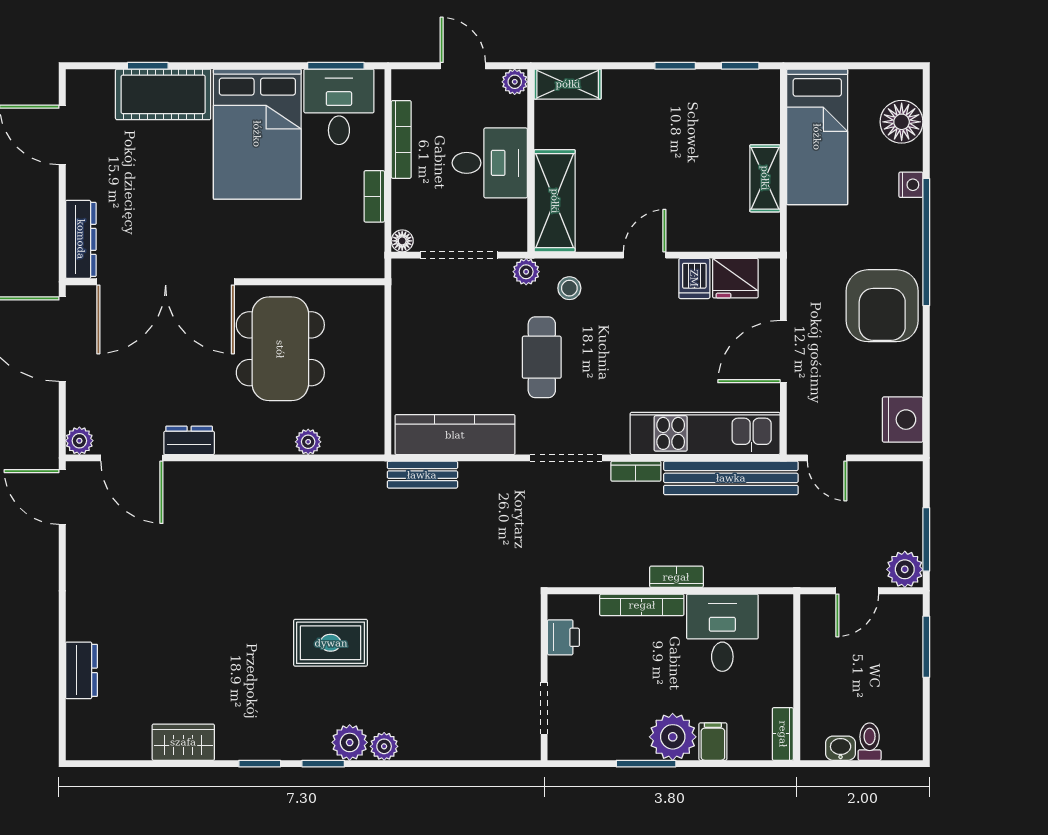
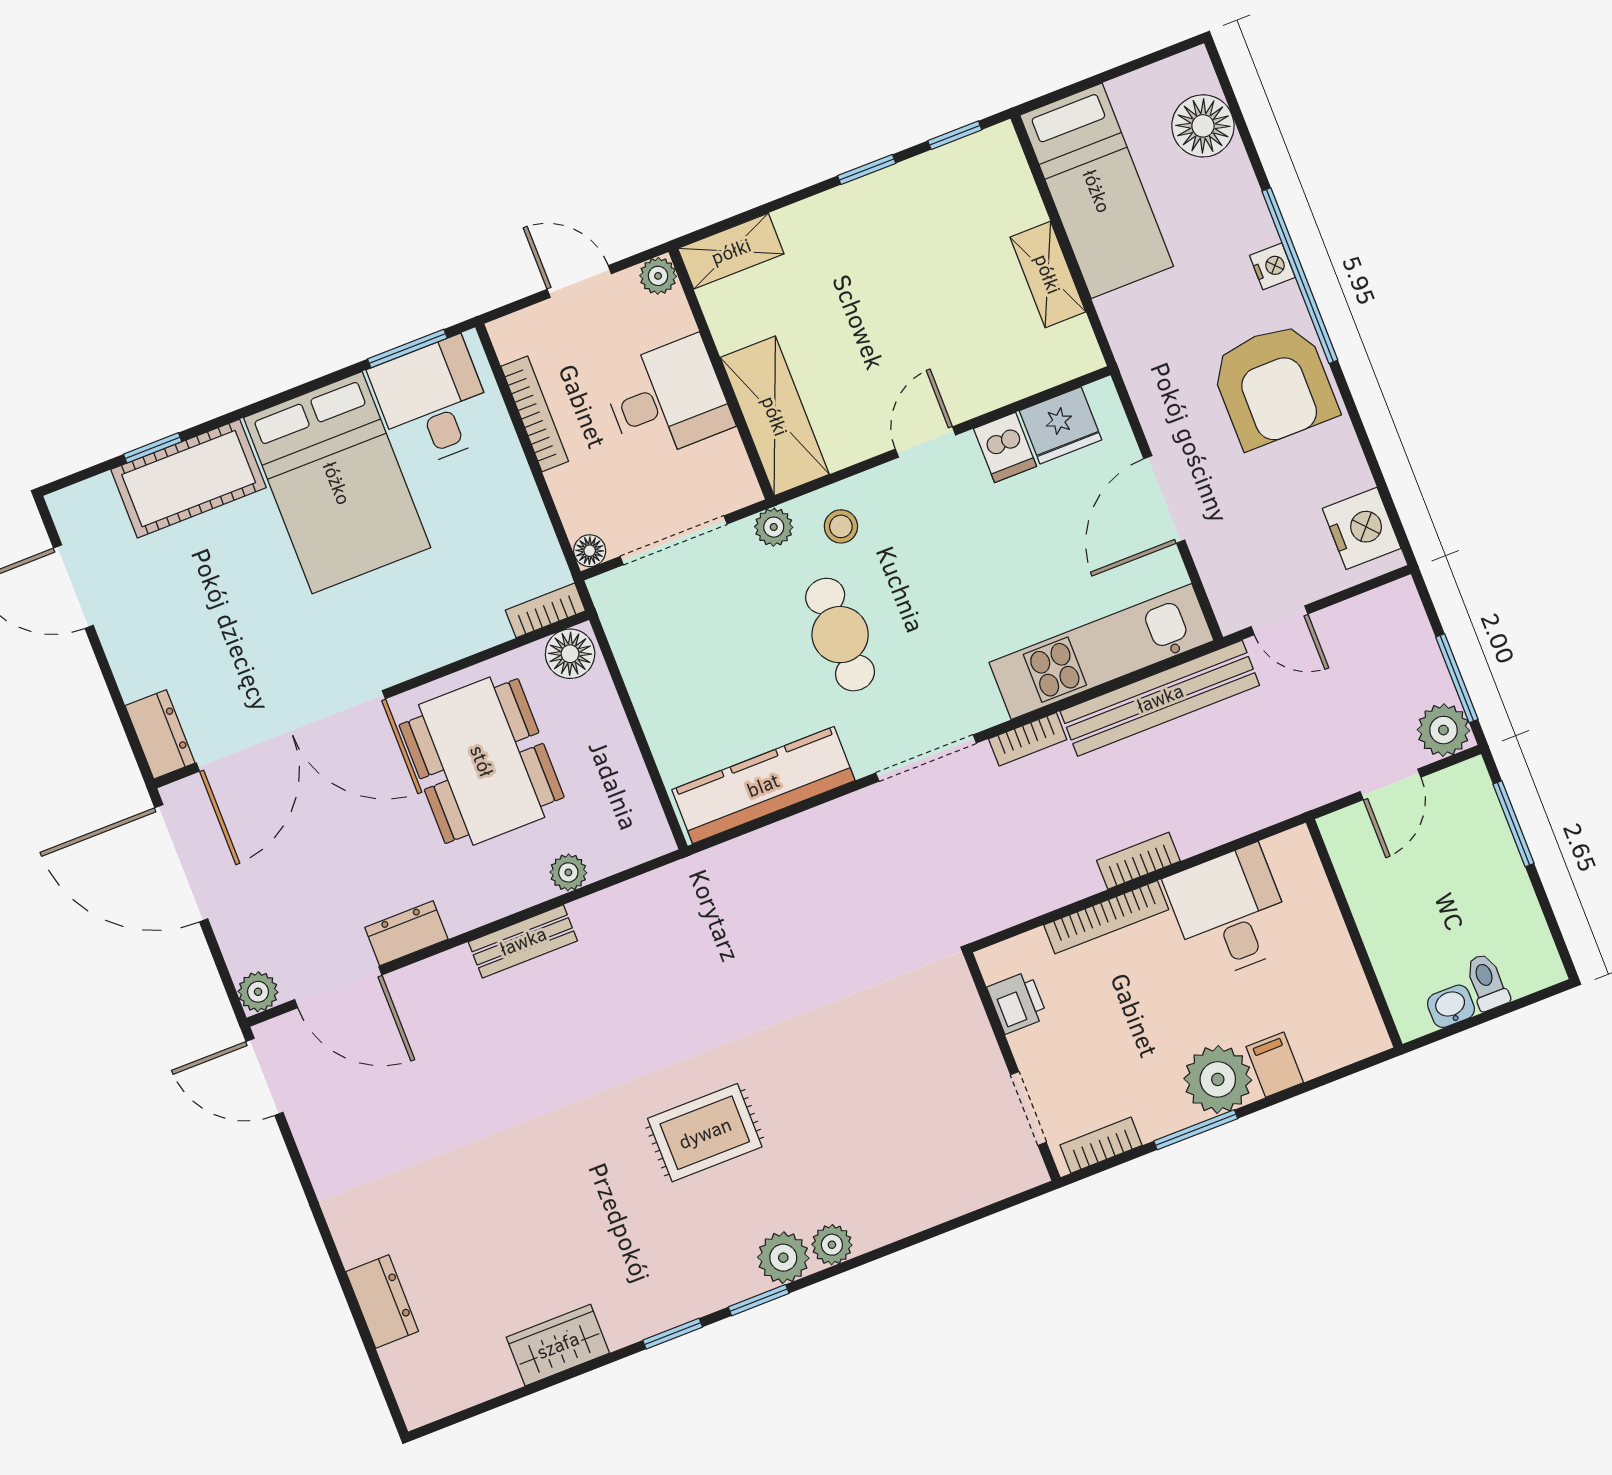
nightstand: (911, 185) -> (1272, 266), moved
bookcase: (374, 196) -> (545, 610), moved, turned 90
dresser: (81, 239) -> (160, 734), width x0.70
floor lamp: (364, 302) -> (570, 654), added
bench: (422, 475) -> (523, 941), moved
bookcase: (783, 734) -> (1101, 1145), moved, turned 90

